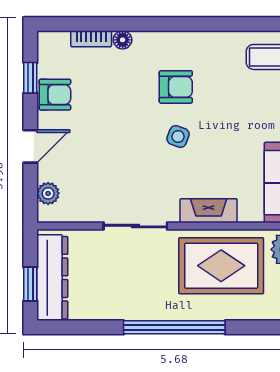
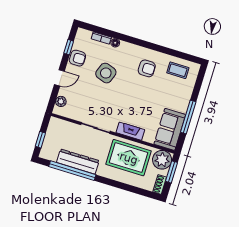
armchair: (176, 87) -> (147, 68), moved
side table: (178, 136) -> (106, 73), moved, width x1.87, depth x1.87
dresser: (52, 278) -> (78, 162), moved, turned -90
window: (174, 327) -> (72, 171), moved

